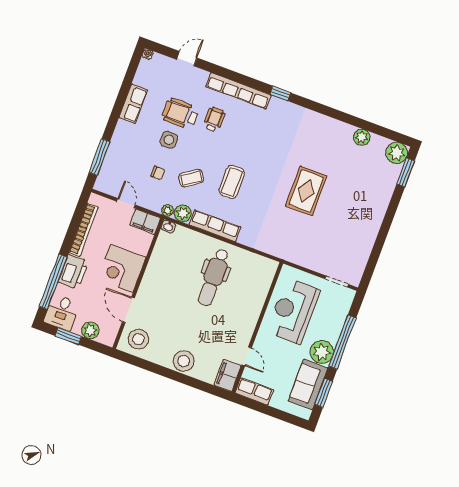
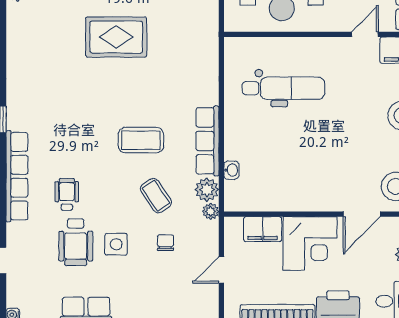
wheelchair: (214, 119) -> (67, 194), turned 90
filing cabinet: (145, 222) -> (263, 229), moved, turned 90
washbasin: (168, 226) -> (231, 170), moved
dental chair: (214, 277) -> (283, 88), moved

